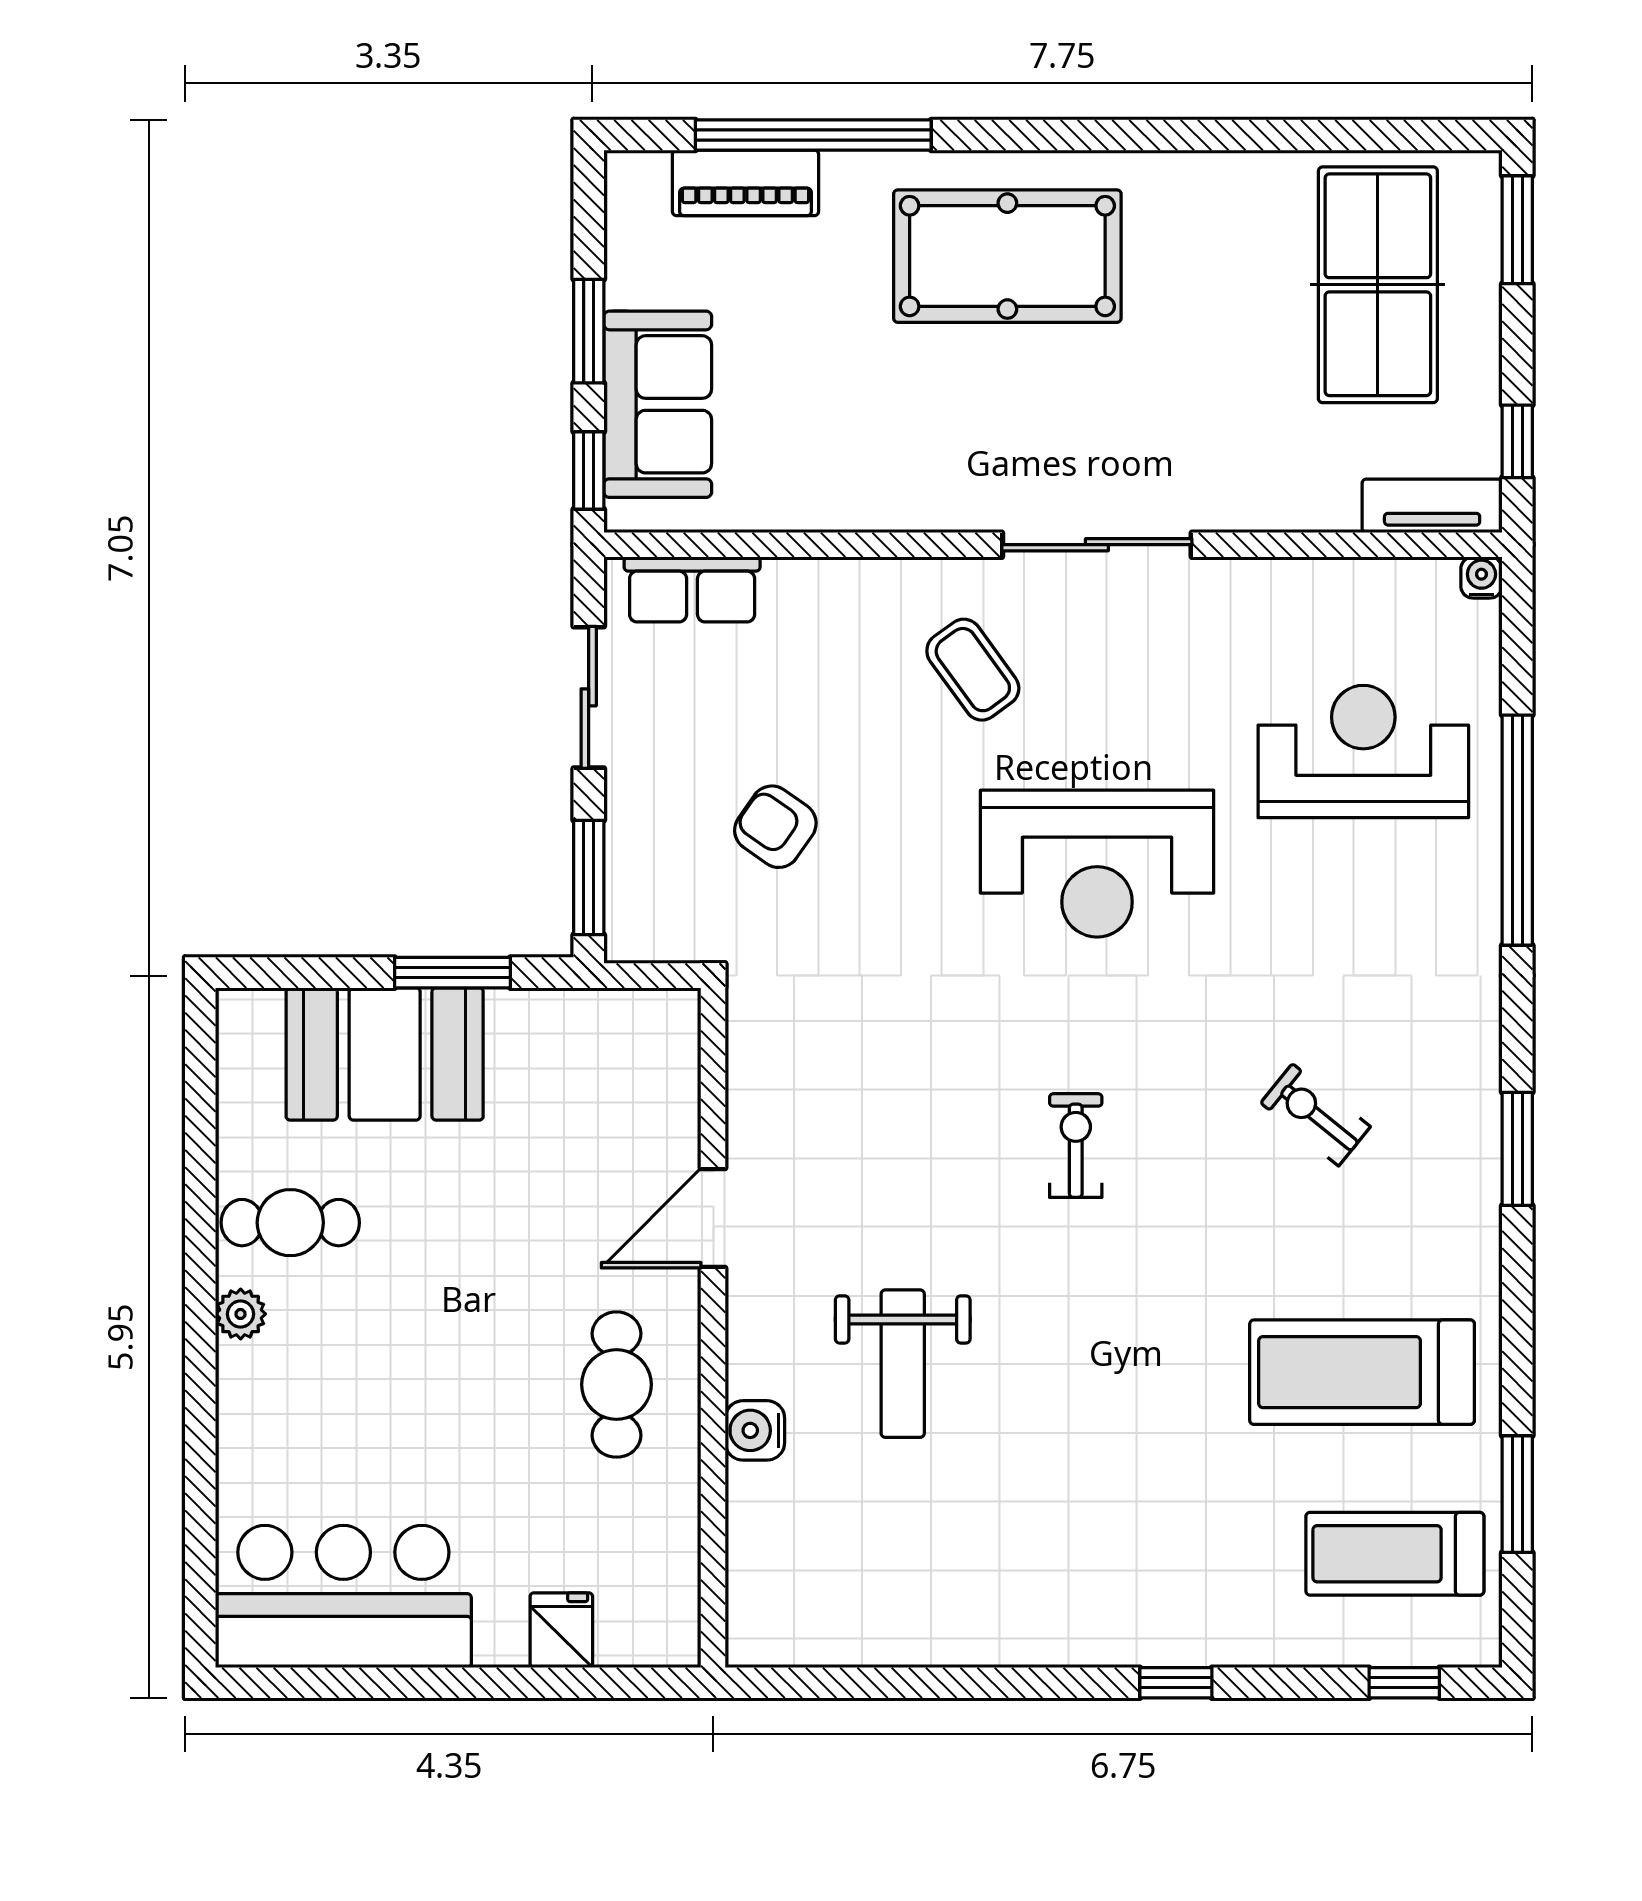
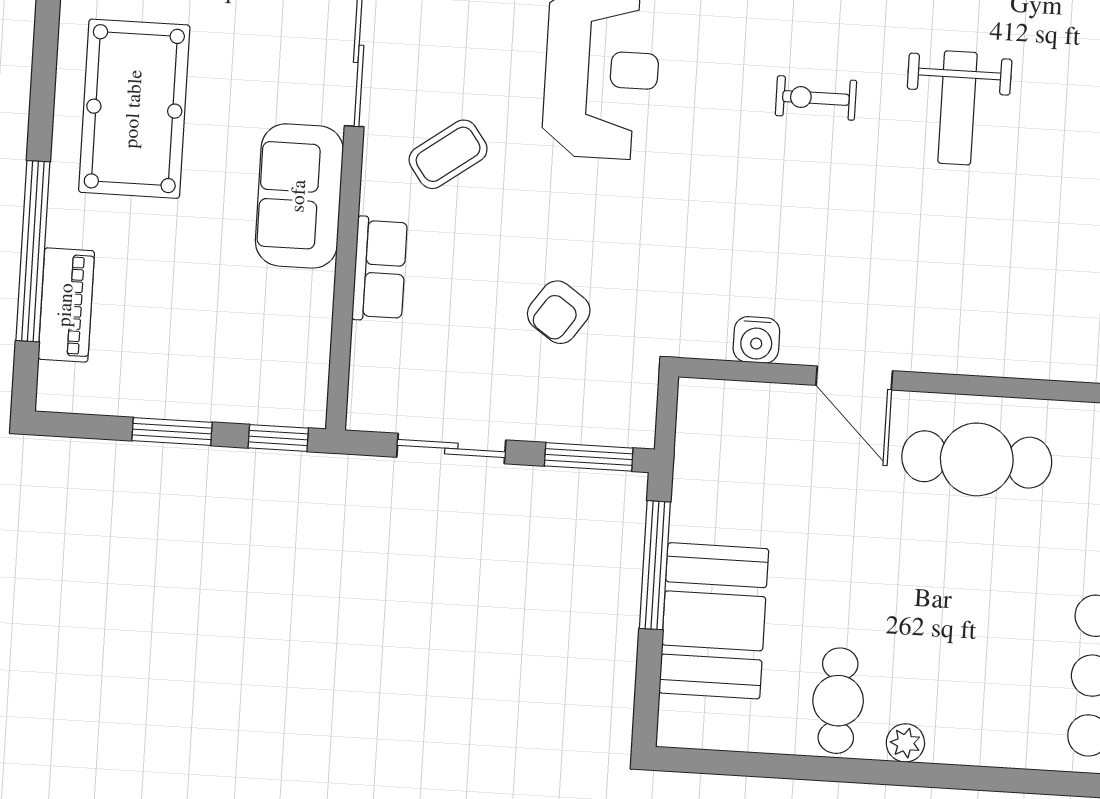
sofa: (658, 404) -> (299, 196), moved, turned -90
row of seats: (692, 589) -> (380, 269), moved
window: (453, 973) -> (655, 565), width x1.44
weight bench: (903, 1364) -> (957, 108), moved, turned 90
cafe table: (616, 1385) -> (977, 459), width x1.37, depth x1.35
water cooler: (755, 1430) -> (756, 340), moved

